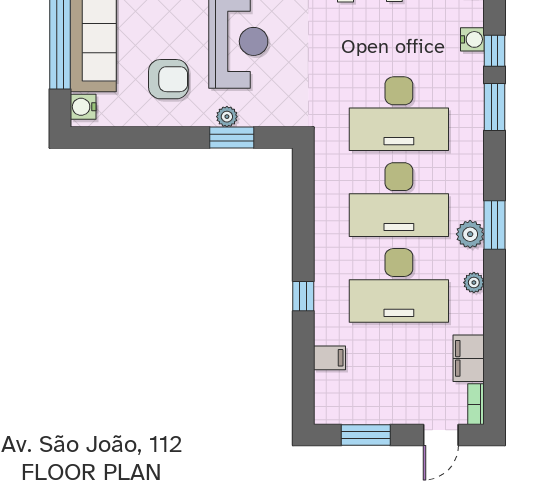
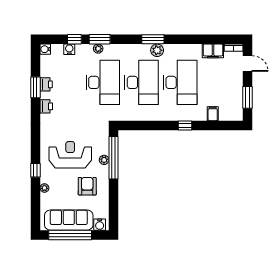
window: (232, 138) -> (113, 158), width x2.11
plant: (474, 283) -> (98, 49), moved

